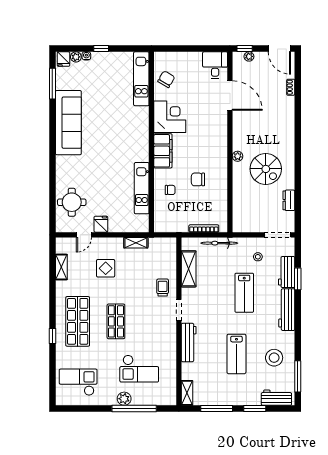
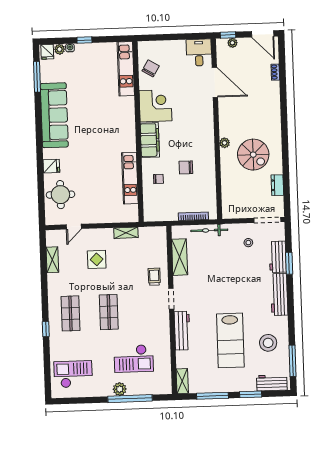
fridge: (101, 224) -> (51, 166), moved, turned 90
lab bench: (244, 293) -> (236, 279), removed
shop shelf: (78, 321) -> (71, 313), width x0.70, depth x0.74
lab bench: (236, 354) -> (230, 340), width x1.36, depth x1.39

